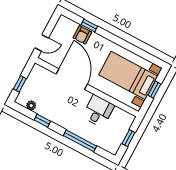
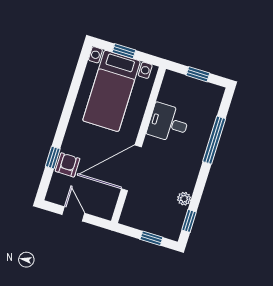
armchair: (82, 35) -> (68, 165), turned -90
door: (42, 43) -> (73, 214), moved
plant: (31, 106) -> (184, 199), moved
window: (42, 121) -> (189, 221), moved

